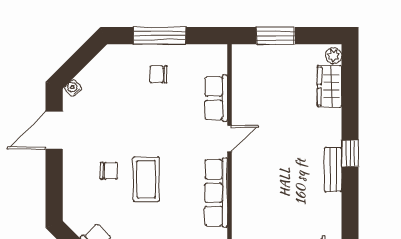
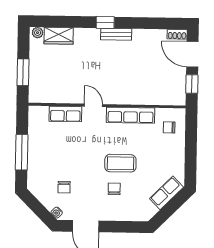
chair: (158, 74) -> (64, 187), moved

